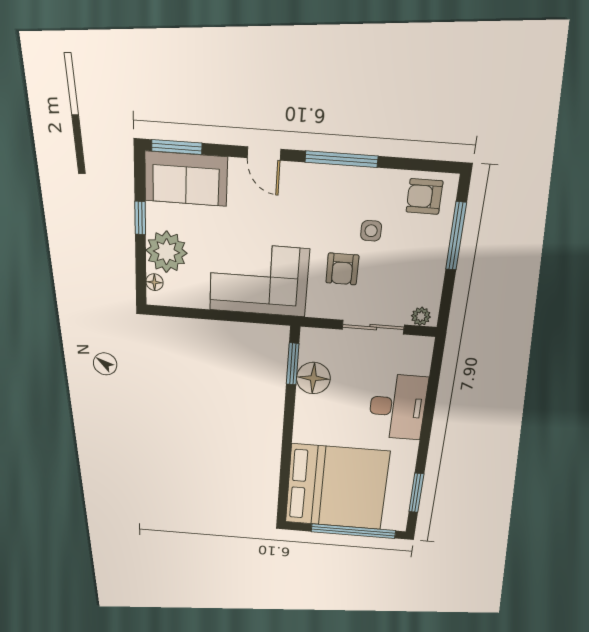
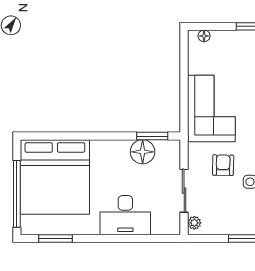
plant: (167, 252) -> (226, 44), removed
armchair: (342, 269) -> (223, 165), turned 91

